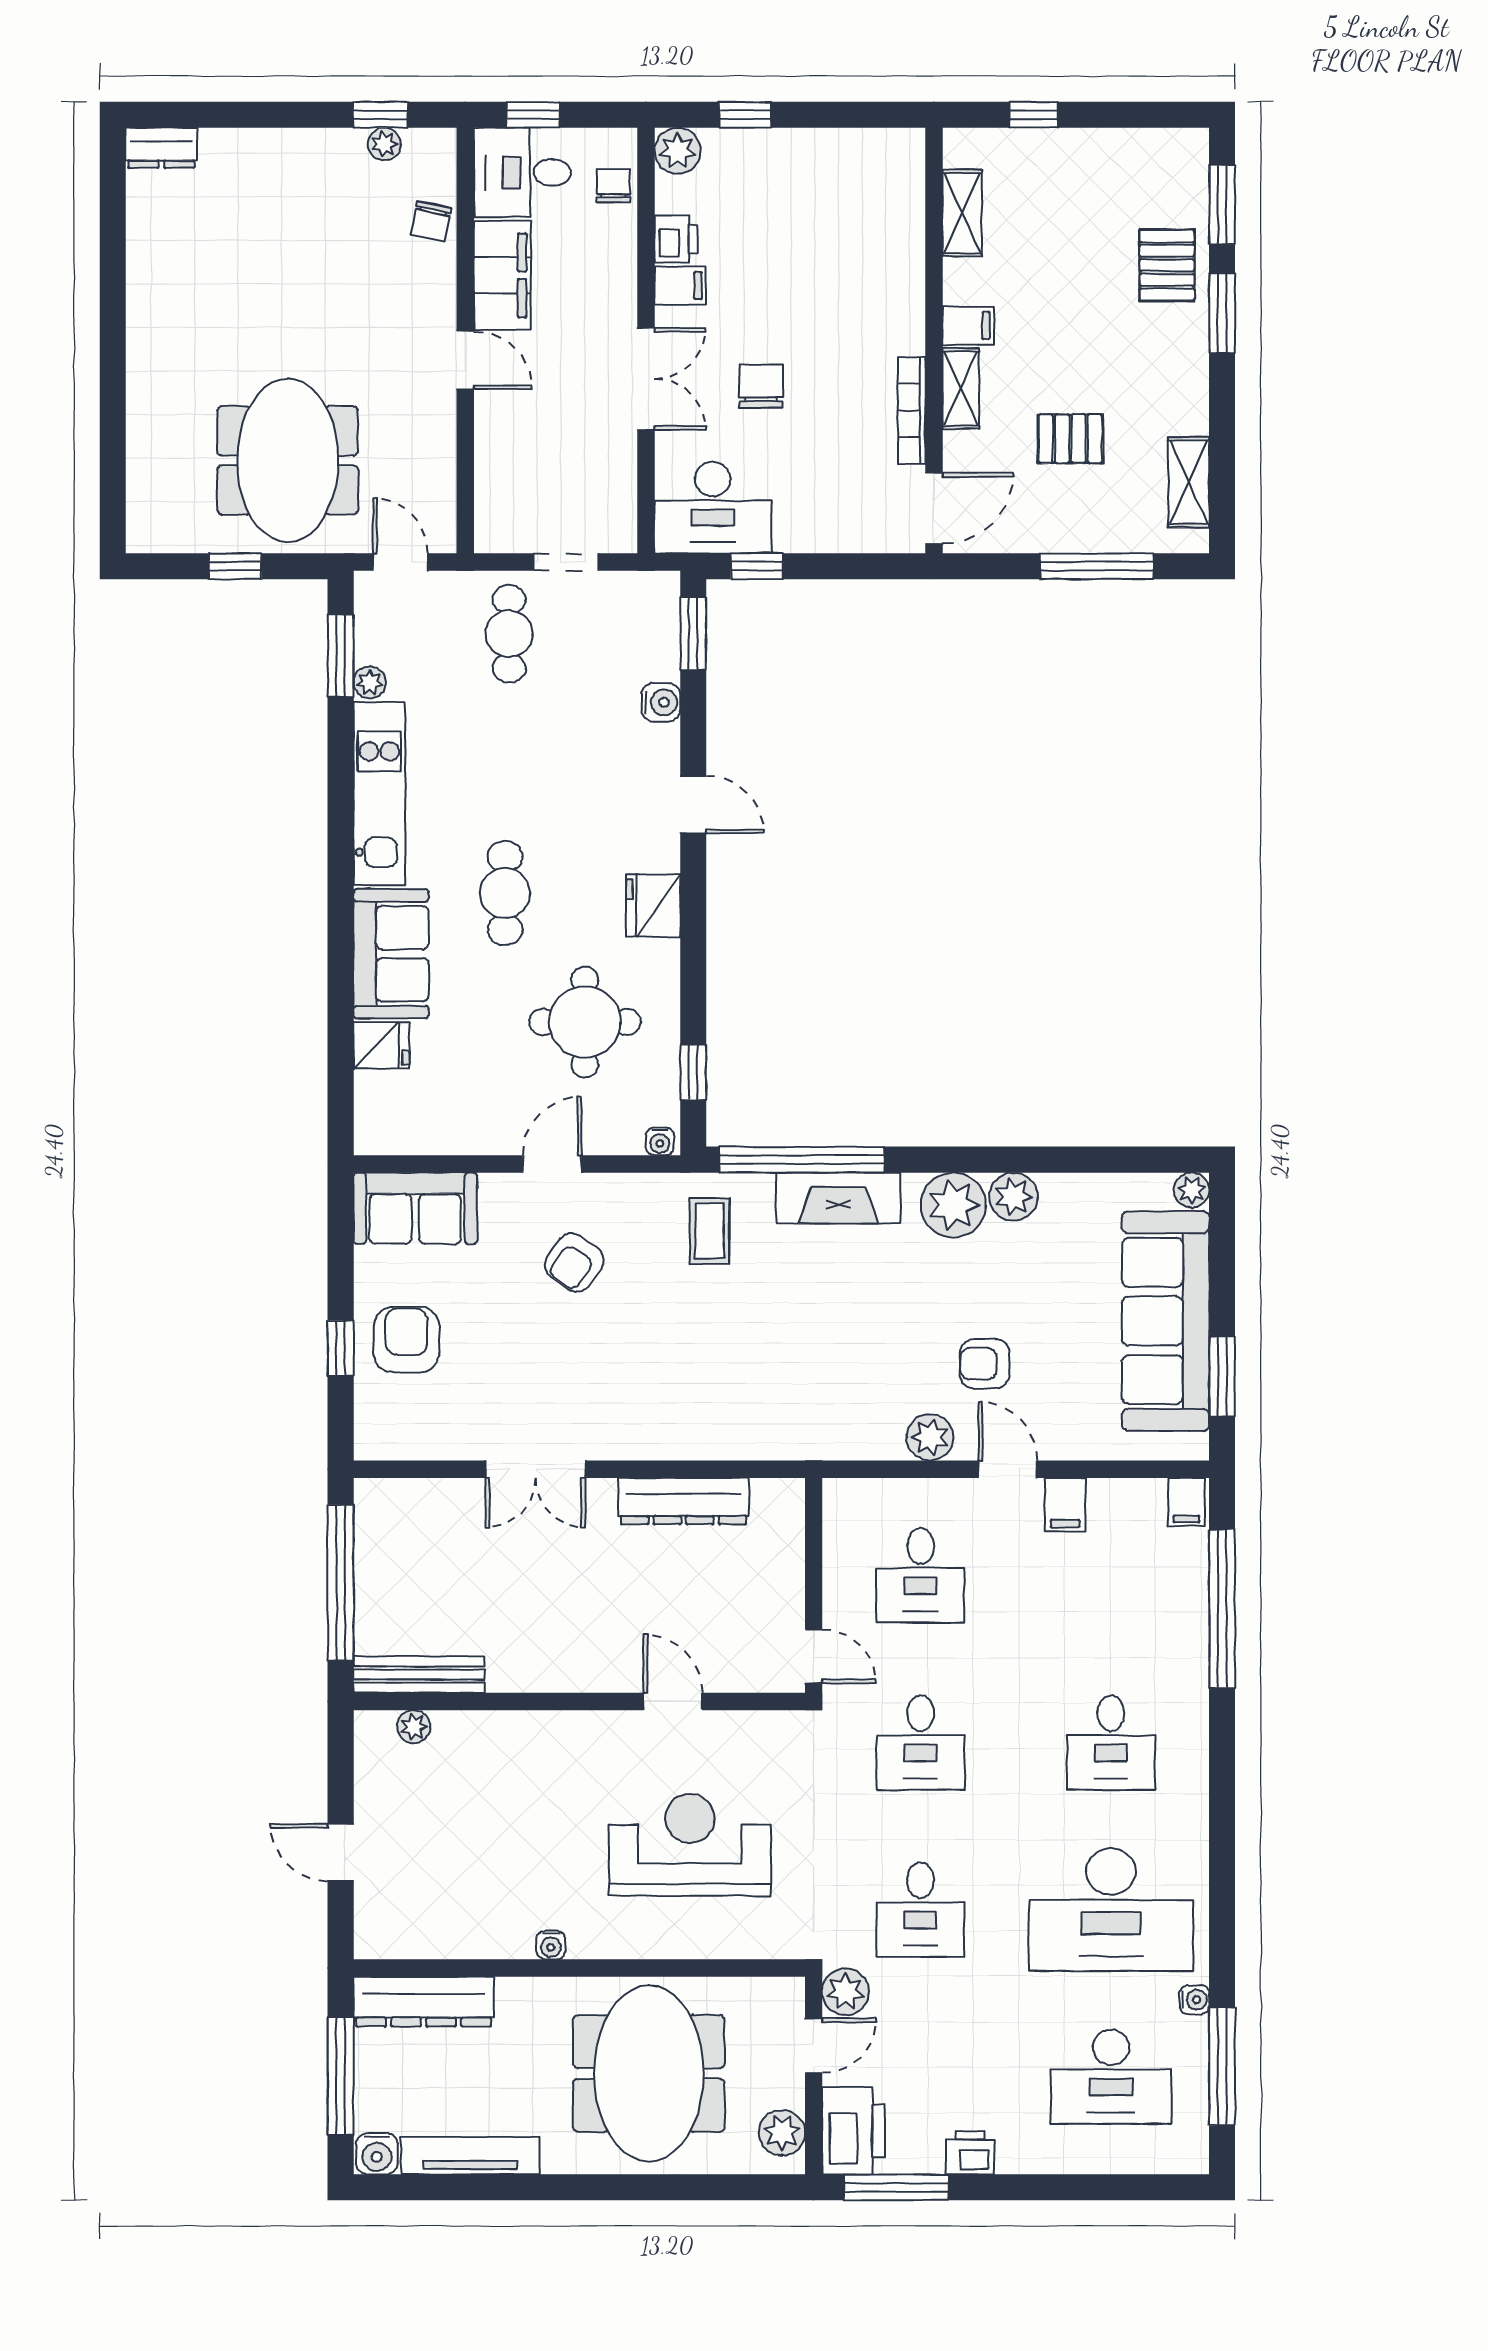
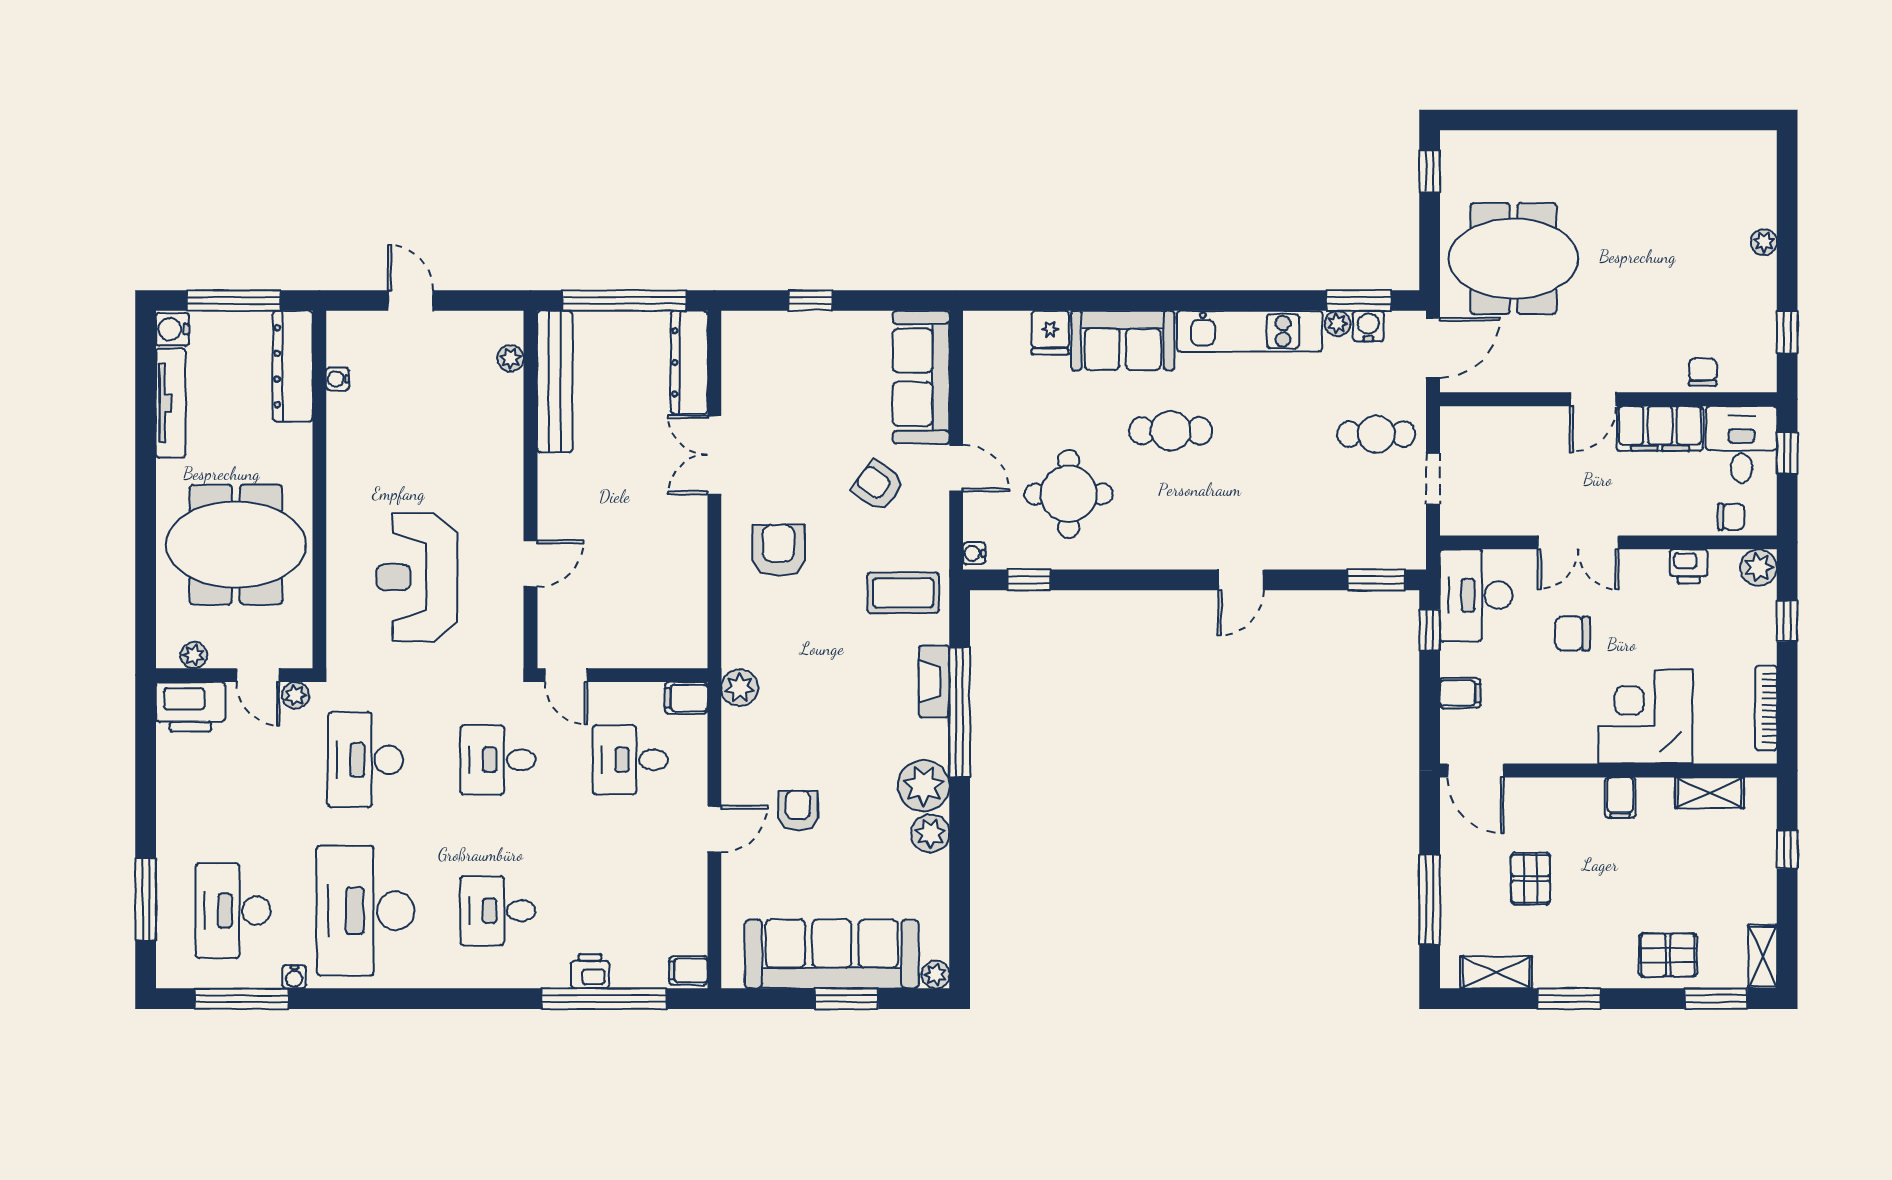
plant: (384, 144) -> (1764, 242), moved
dresser: (161, 148) -> (1761, 159), removed
chair: (431, 221) -> (1703, 372), turned 78
filing cabinet: (680, 286) -> (1460, 693), moved, turned -90
corner desk: (866, 294) -> (1645, 717), added
window: (1222, 313) -> (1569, 999), moved
chair: (761, 386) -> (1572, 633), turned 180
shelving: (961, 388) -> (1763, 957), moved, turned 90
bookcase: (912, 411) -> (1766, 708), moved, turned -90
door: (400, 562) -> (1433, 348), width x1.38
window: (235, 566) -> (1430, 171), moved
water cooler: (661, 702) -> (1368, 326), moved, turned 180
fridge: (653, 906) -> (1161, 548), removed
window: (802, 1160) -> (960, 712), moved
fireplace: (838, 1198) -> (934, 681), width x0.73, depth x0.76
sofa: (415, 1208) -> (921, 377), width x1.36
coffee table: (710, 1231) -> (903, 593), width x1.36, depth x1.30
armchair: (406, 1340) -> (779, 550), moved, turned -90
window: (1222, 1376) -> (846, 999), moved
plant: (930, 1437) -> (740, 688), moved
dresser: (683, 1501) -> (689, 362), moved
filing cabinet: (1065, 1505) -> (686, 698), moved
door: (814, 1656) -> (566, 675), hinge flipped
bench: (419, 1675) -> (555, 382), width x1.37, depth x1.21
reception desk: (690, 1845) -> (417, 577), turned 180
door: (341, 1853) -> (411, 301), hinge flipped
desk: (920, 1910) -> (366, 760), width x1.37
water cooler: (551, 1945) -> (337, 379), moved
plant: (846, 1992) -> (295, 695), width x0.73, depth x0.73
plant: (782, 2133) -> (194, 655), width x0.73, depth x0.73
printer: (970, 2153) -> (590, 971), moved, turned -90
window: (896, 2187) -> (146, 900), moved

